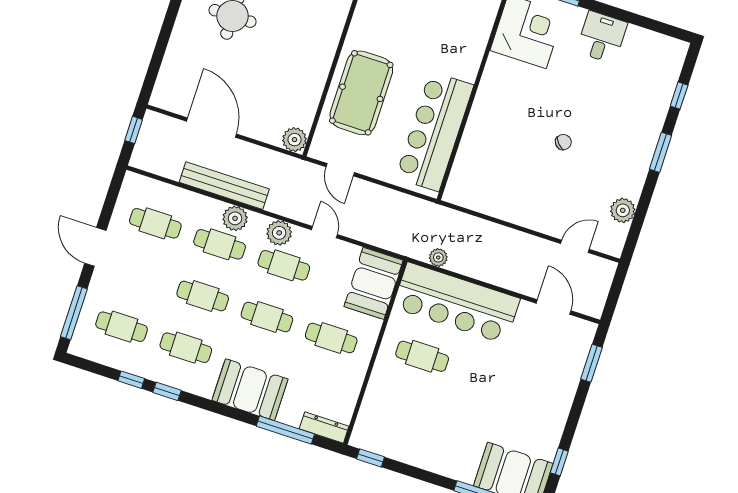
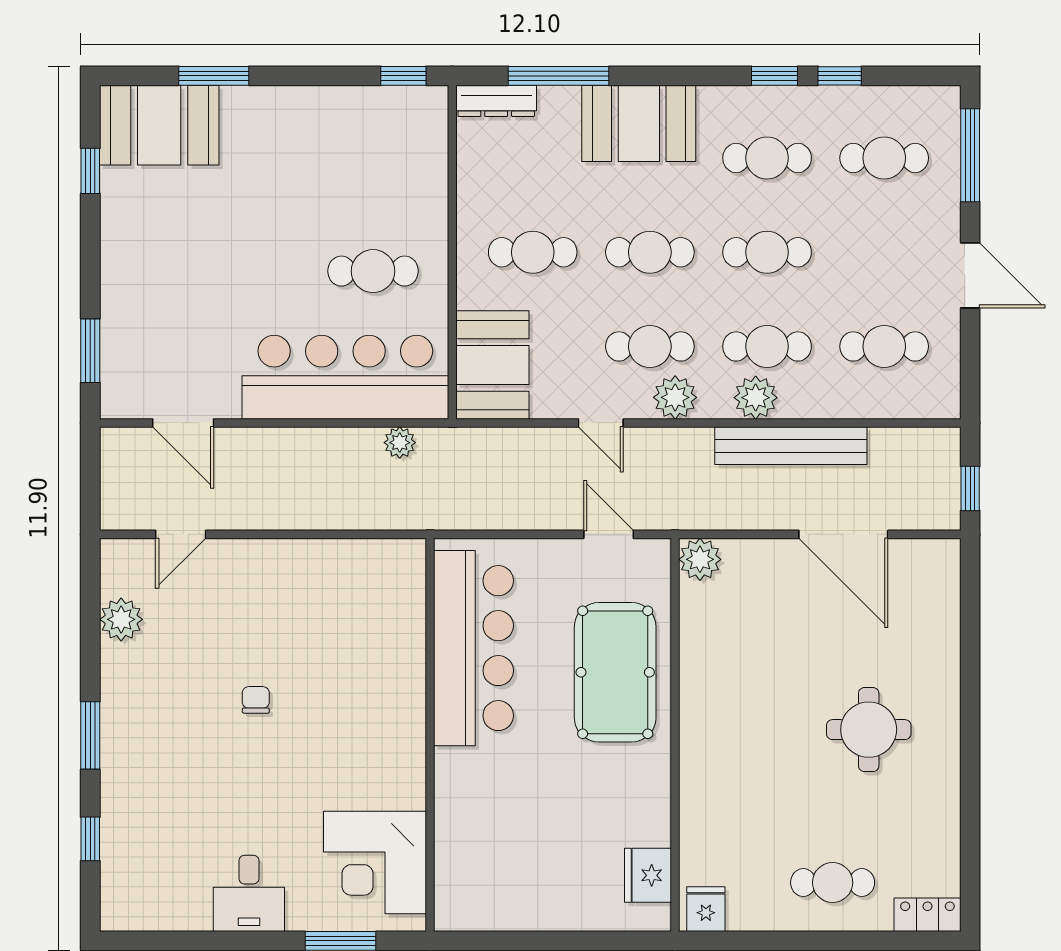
chair: (563, 142) -> (256, 700), turned 132

